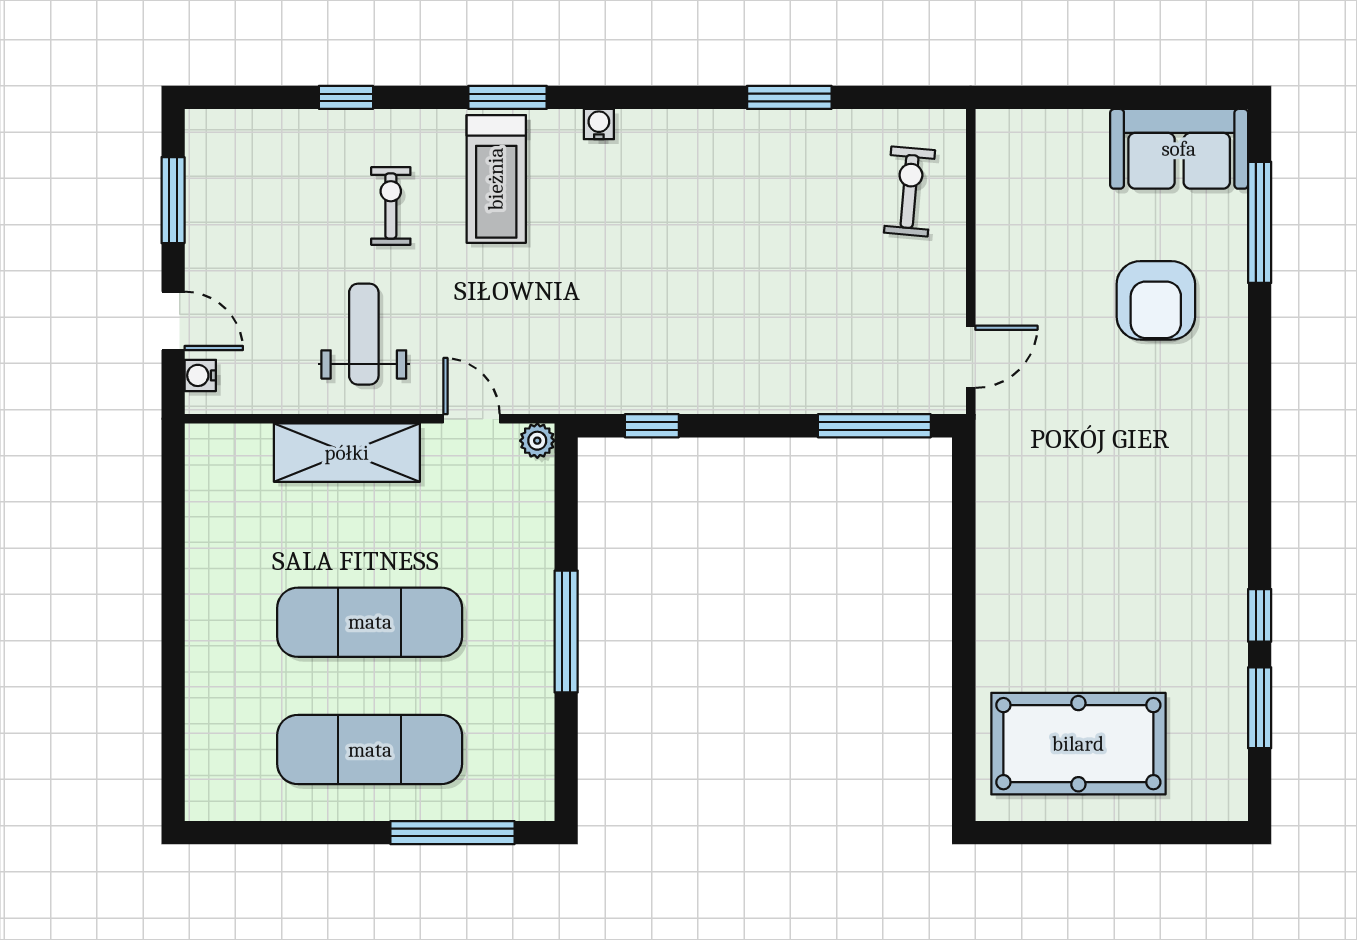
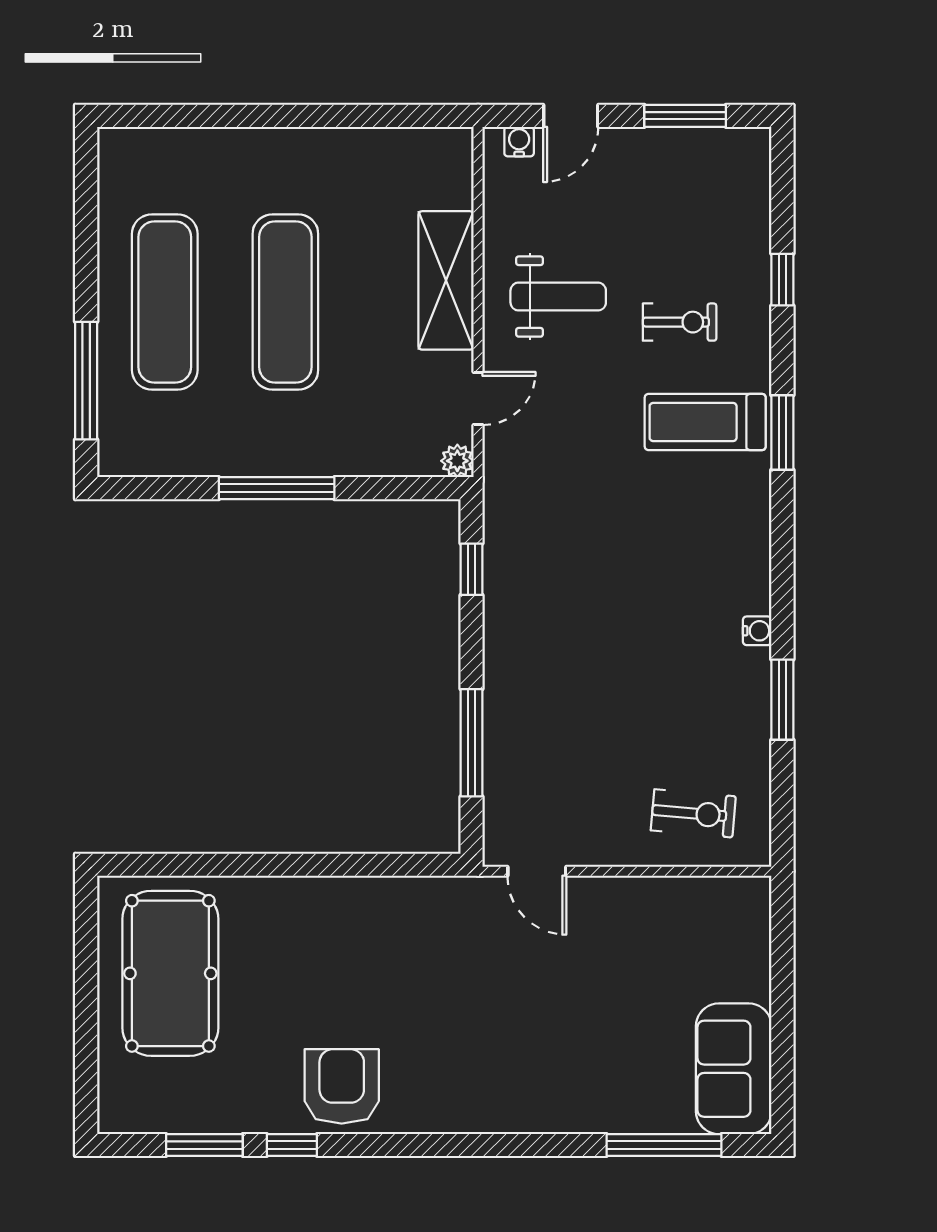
water cooler: (599, 124) -> (757, 631), moved
armchair: (1156, 300) -> (342, 1086), moved, turned 90
window: (874, 426) -> (471, 743), moved

